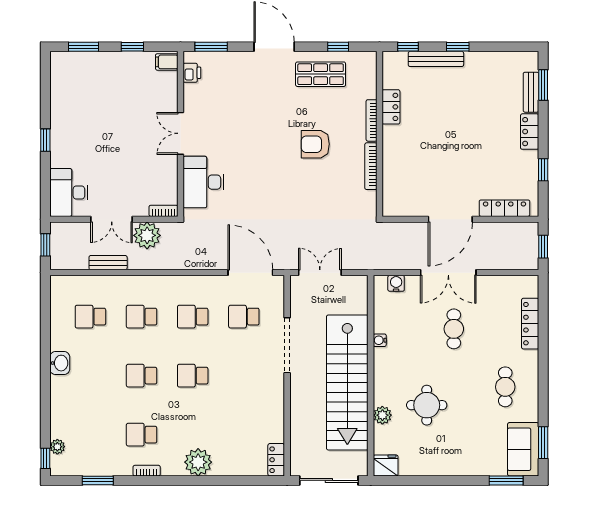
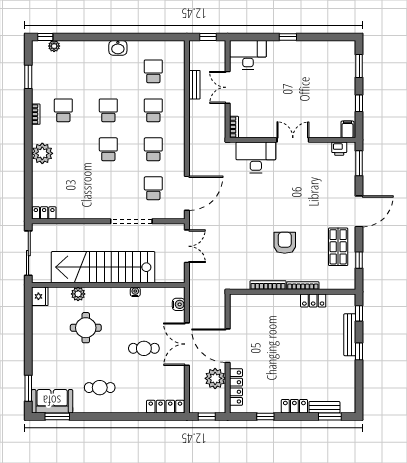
plant: (147, 235) -> (215, 378), moved
locker: (530, 324) -> (165, 407), moved

